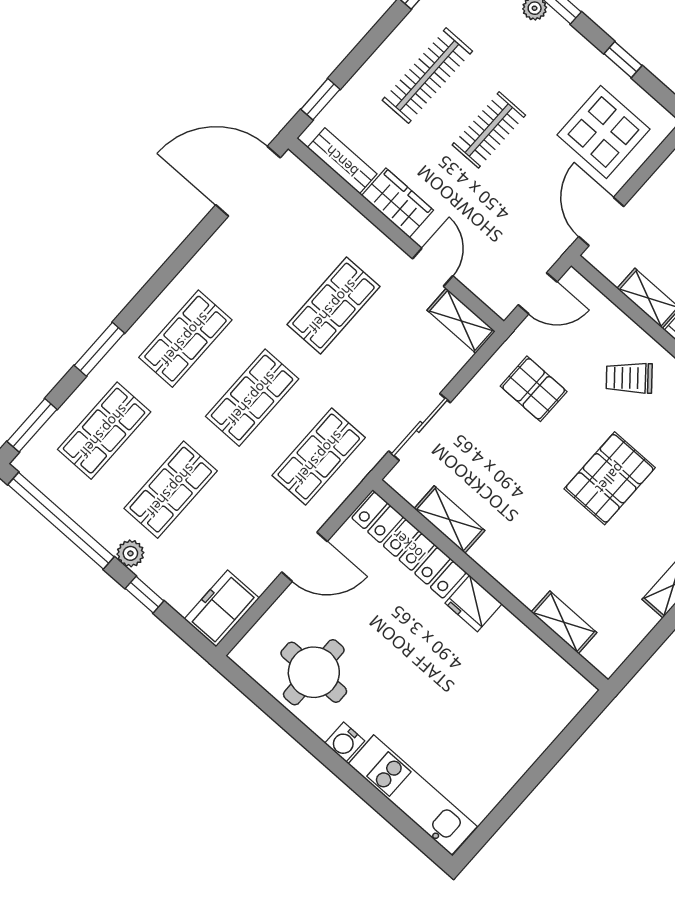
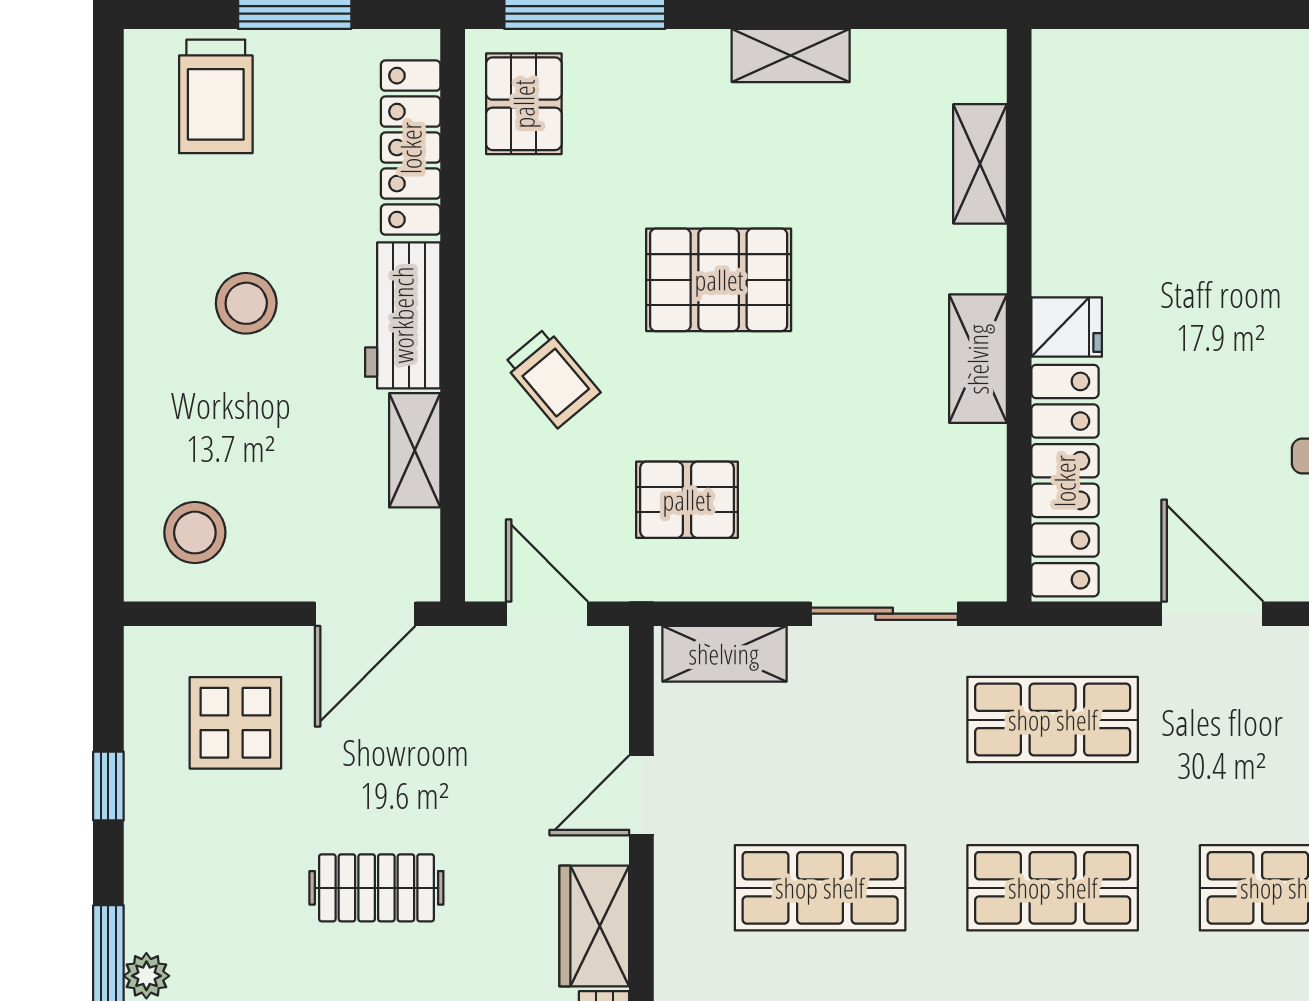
display table: (604, 132) -> (235, 723), width x0.73, depth x0.73
shelving: (461, 321) -> (724, 654), moved, turned 90
pallet: (534, 389) -> (687, 500), turned 90
shelving: (449, 520) -> (978, 359), moved
fridge: (474, 603) -> (1067, 327), width x0.72

